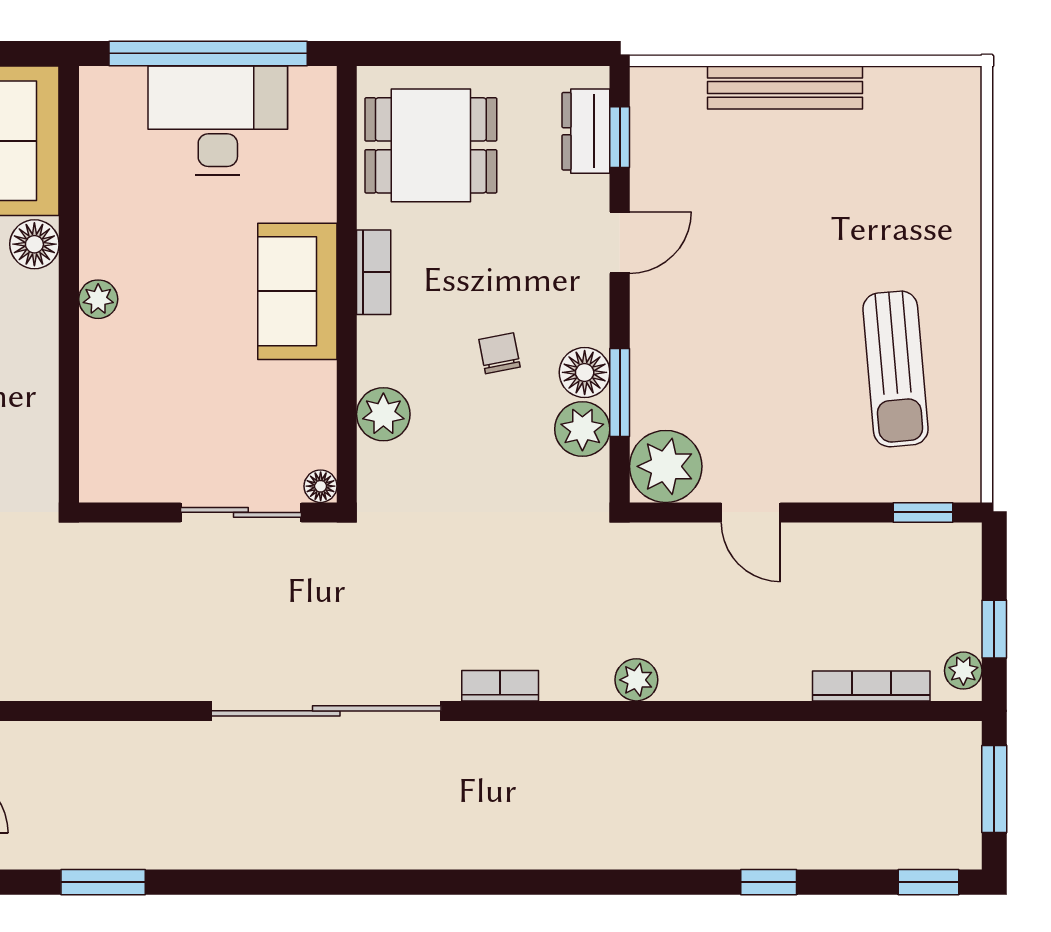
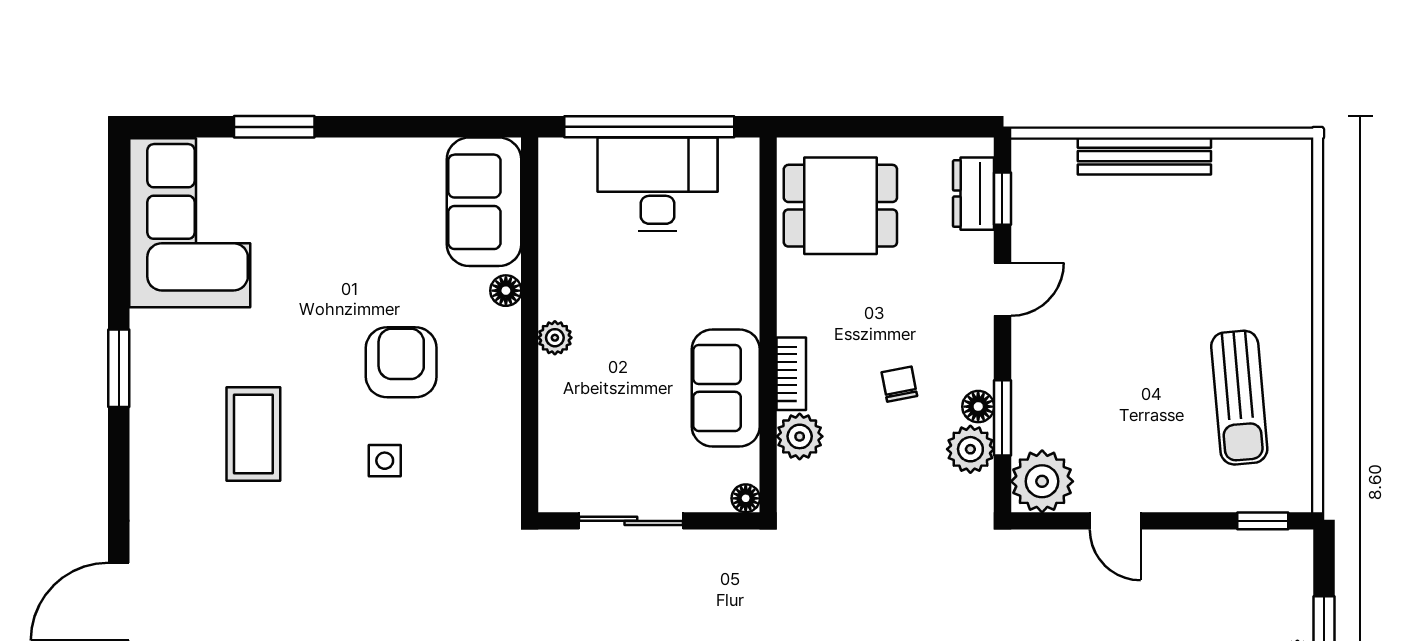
floor lamp: (34, 244) -> (506, 291), width x0.73, depth x0.73
bookcase: (374, 272) -> (791, 374), moved
sofa: (297, 291) -> (726, 388), moved
floor lamp: (585, 372) -> (978, 407), width x0.73, depth x0.73
sliding door: (241, 512) -> (631, 521), moved

